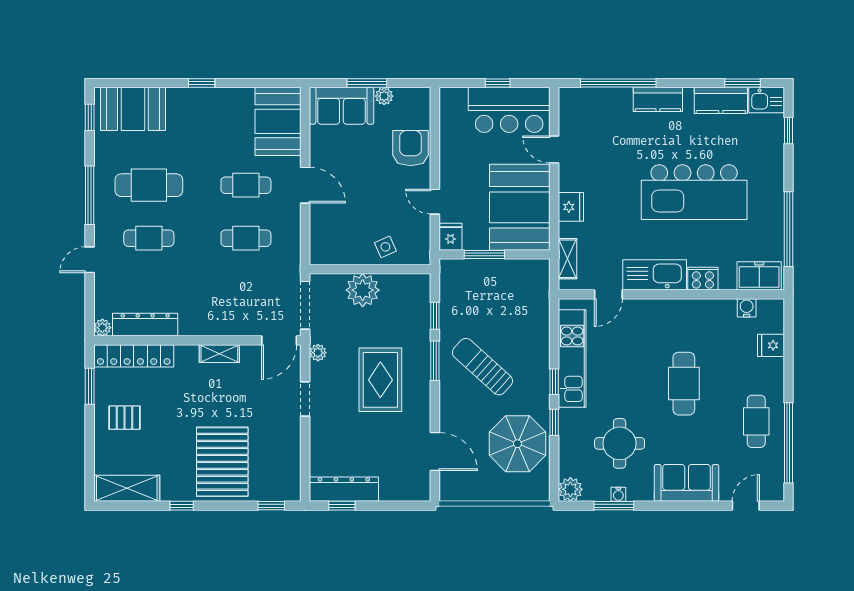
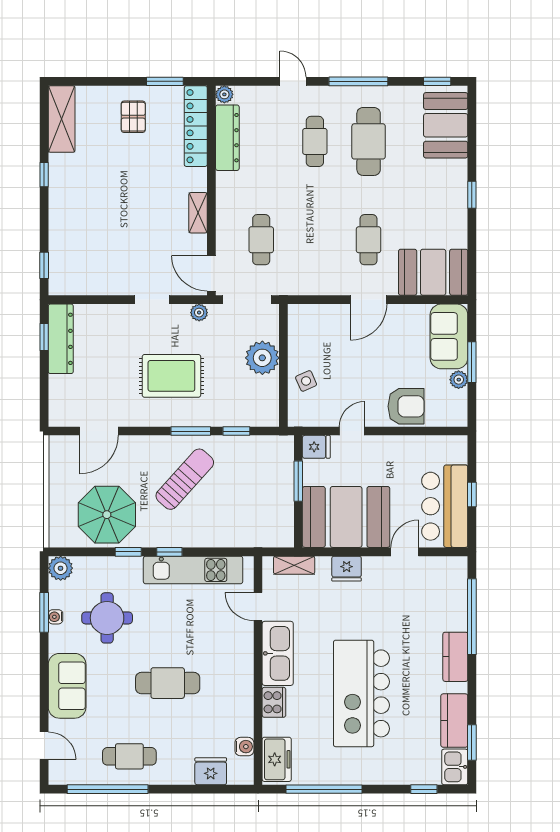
cafe table: (246, 238) -> (261, 240), moved
fridge: (771, 345) -> (211, 771), width x1.38
pallet: (222, 462) -> (88, 216), removed

